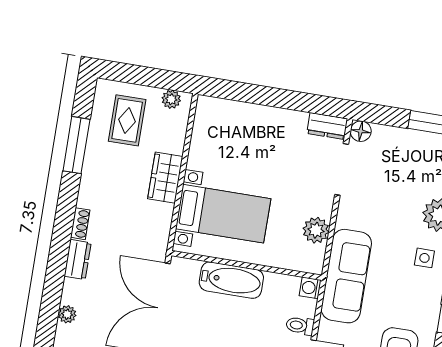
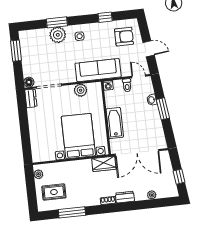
wardrobe: (165, 178) -> (104, 164), moved
bed with nightstands: (223, 214) -> (78, 136), width x1.36

